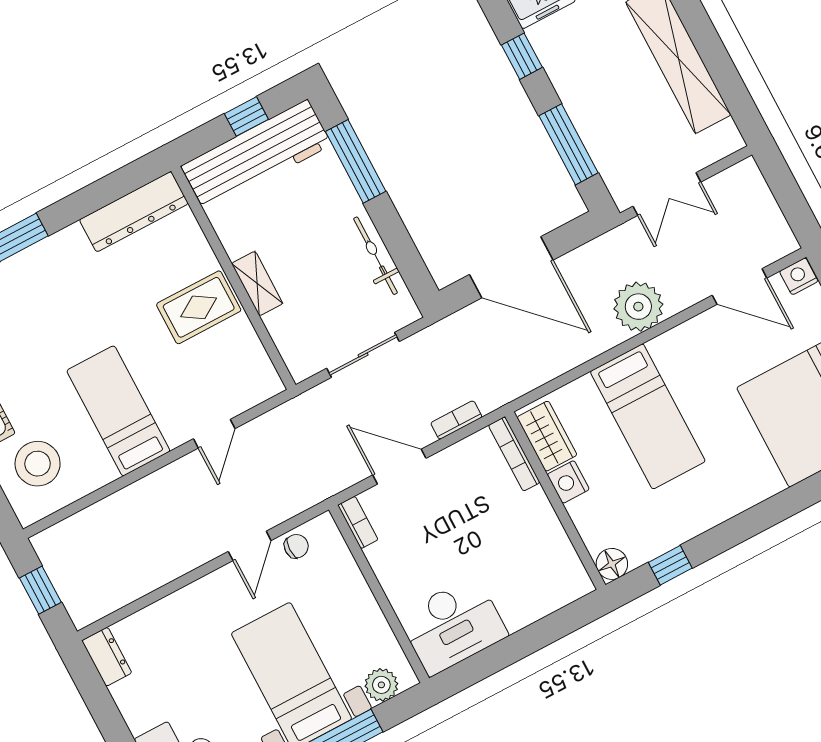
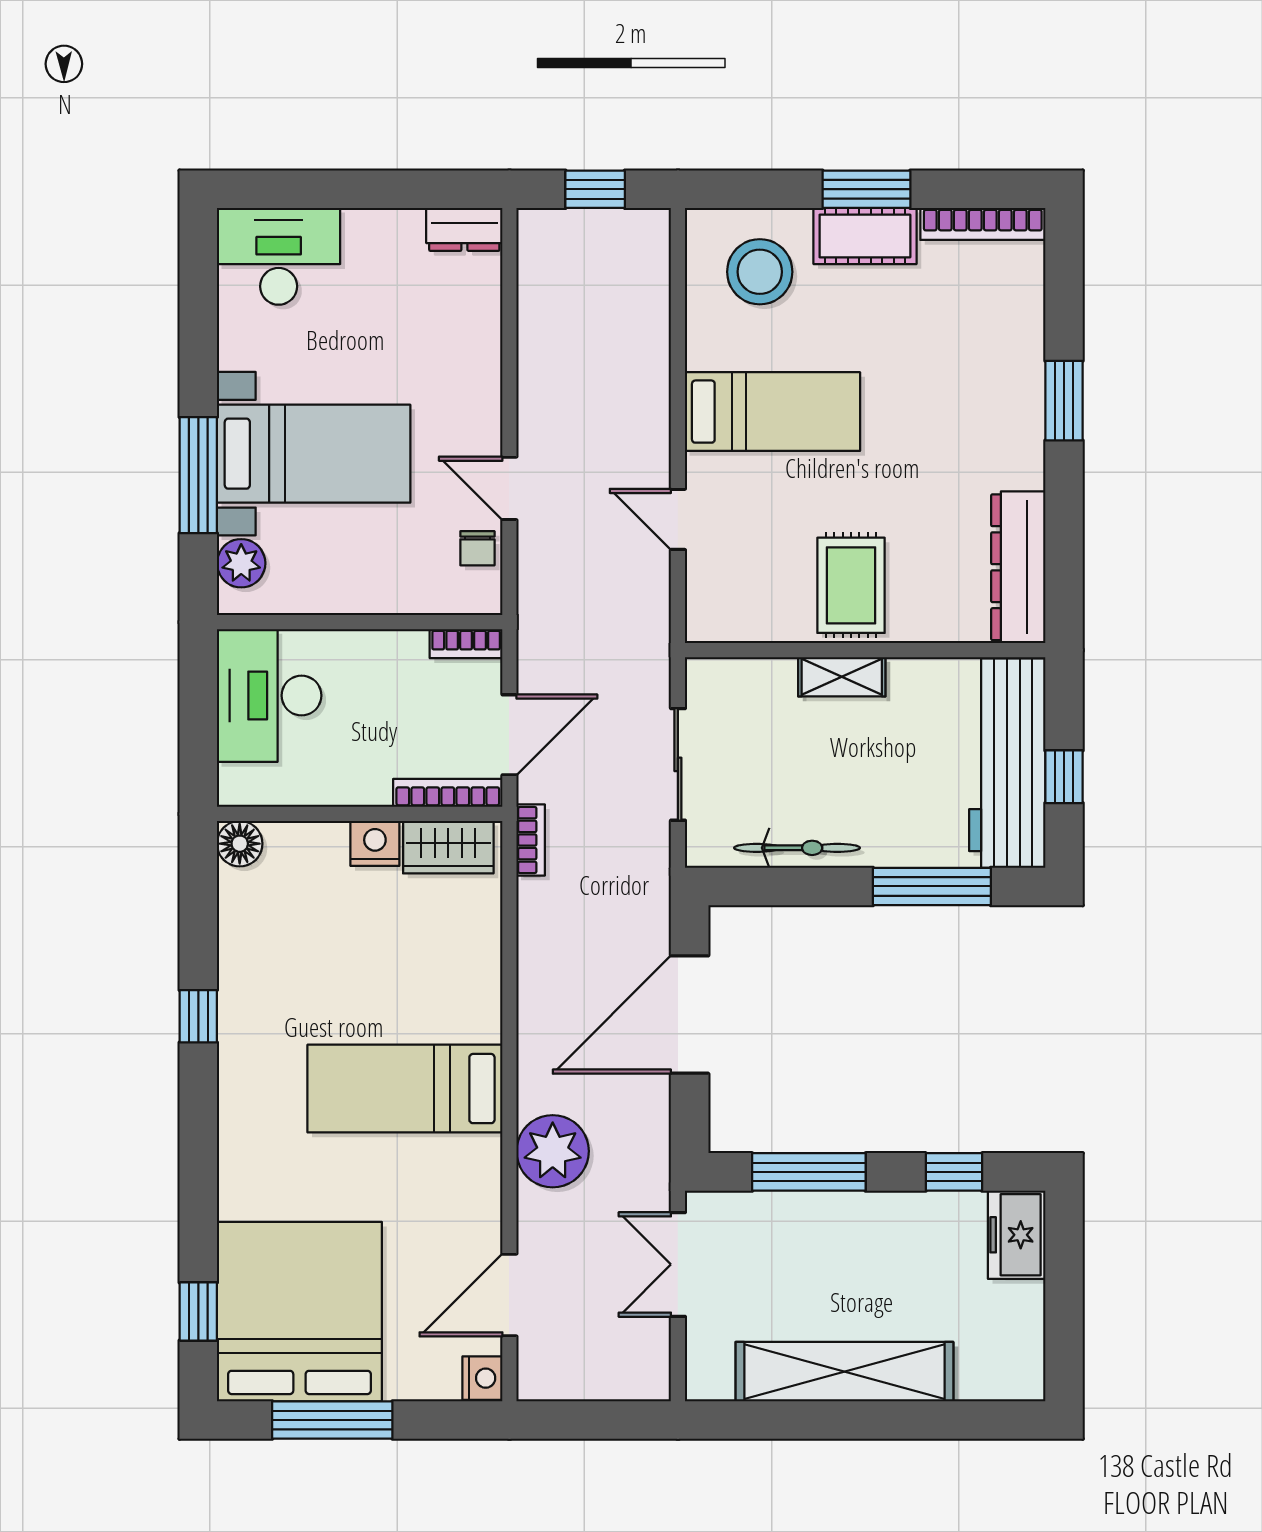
wardrobe: (547, 436) -> (448, 847), moved
bookcase: (514, 454) -> (448, 793), moved
nightstand: (568, 482) -> (375, 843), moved
wall: (555, 501) -> (360, 814), moved
floor lamp: (612, 564) -> (240, 844), moved

